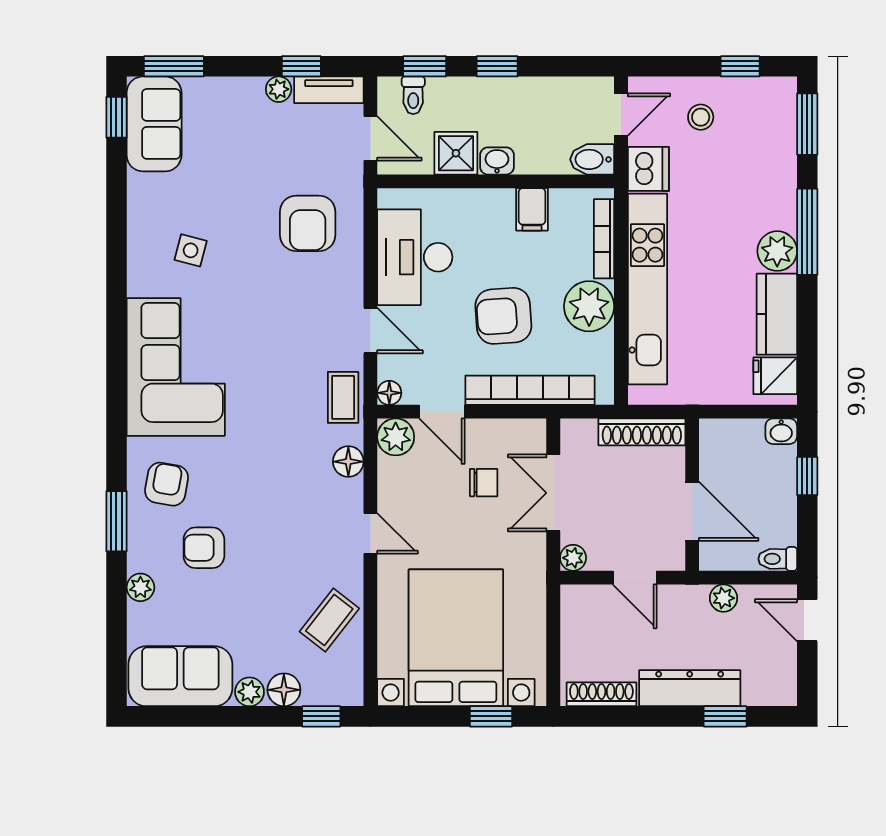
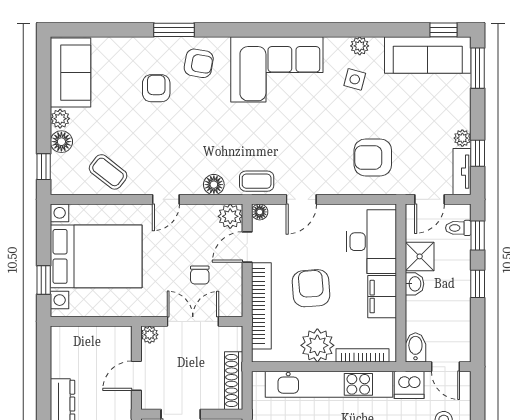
sofa: (154, 124) -> (428, 55), width x1.36
filing cabinet: (532, 209) -> (382, 297), width x2.00
desk: (415, 257) -> (371, 242), moved, turned 90
plant: (140, 587) -> (360, 46), moved
shoe rack: (601, 694) -> (58, 354), removed

